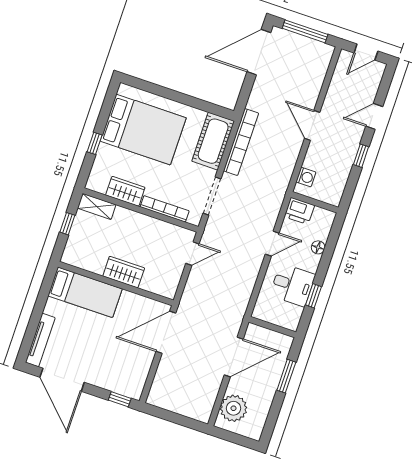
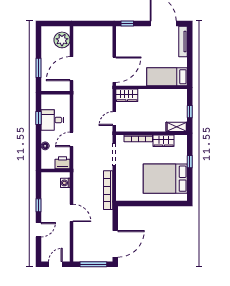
cot: (213, 141) -> (124, 185), removed
wardrobe: (124, 272) -> (127, 95), moved

